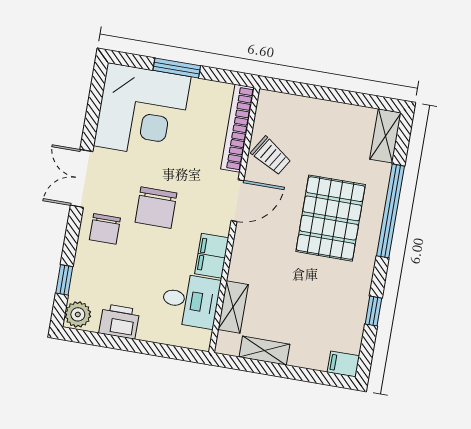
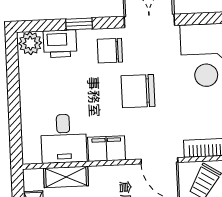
window: (64, 280) -> (79, 24), moved
printer: (119, 321) -> (60, 44), moved, turned 90

